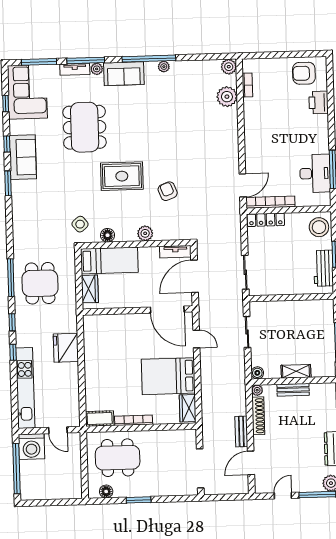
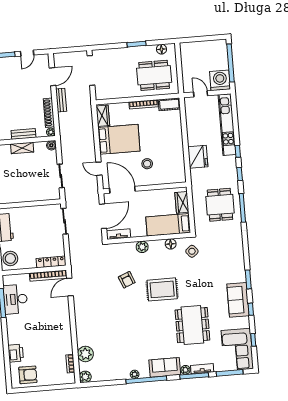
stool: (133, 342) -> (147, 164), added

